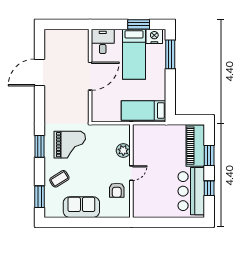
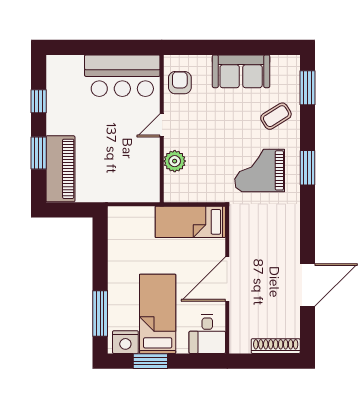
shoe rack: (60, 34) -> (276, 346), added
bed: (143, 110) -> (190, 222), moved, turned 180
armchair: (117, 190) -> (180, 83), moved
bar counter: (191, 191) -> (122, 76), moved, turned 90

